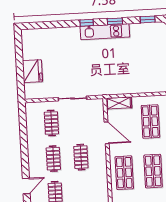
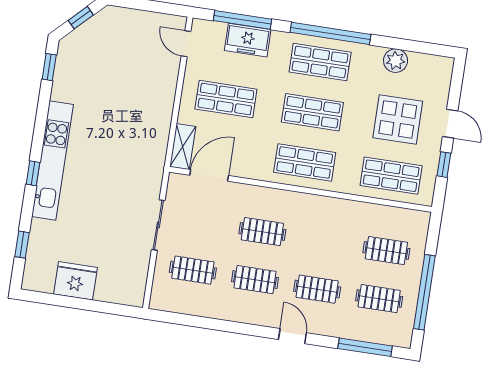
window: (115, 21) -> (22, 245), moved
kitchen unit: (105, 32) -> (52, 161), width x1.36
fridge: (32, 71) -> (75, 281), moved
door: (107, 133) -> (209, 175), moved

